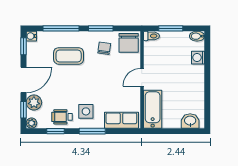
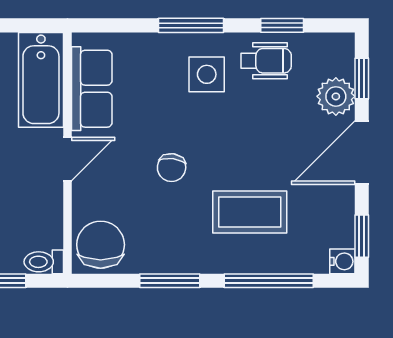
chair: (104, 48) -> (172, 168), moved
row of seats: (121, 120) -> (92, 89), moved, turned -90
plant: (31, 123) -> (342, 45), removed

